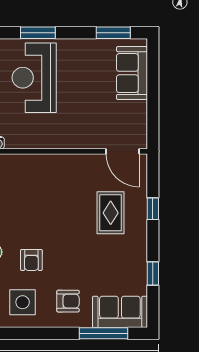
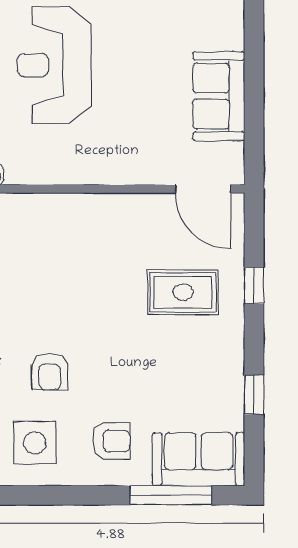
sofa: (132, 73) -> (219, 96), moved
rug: (111, 213) -> (183, 292), turned 90

